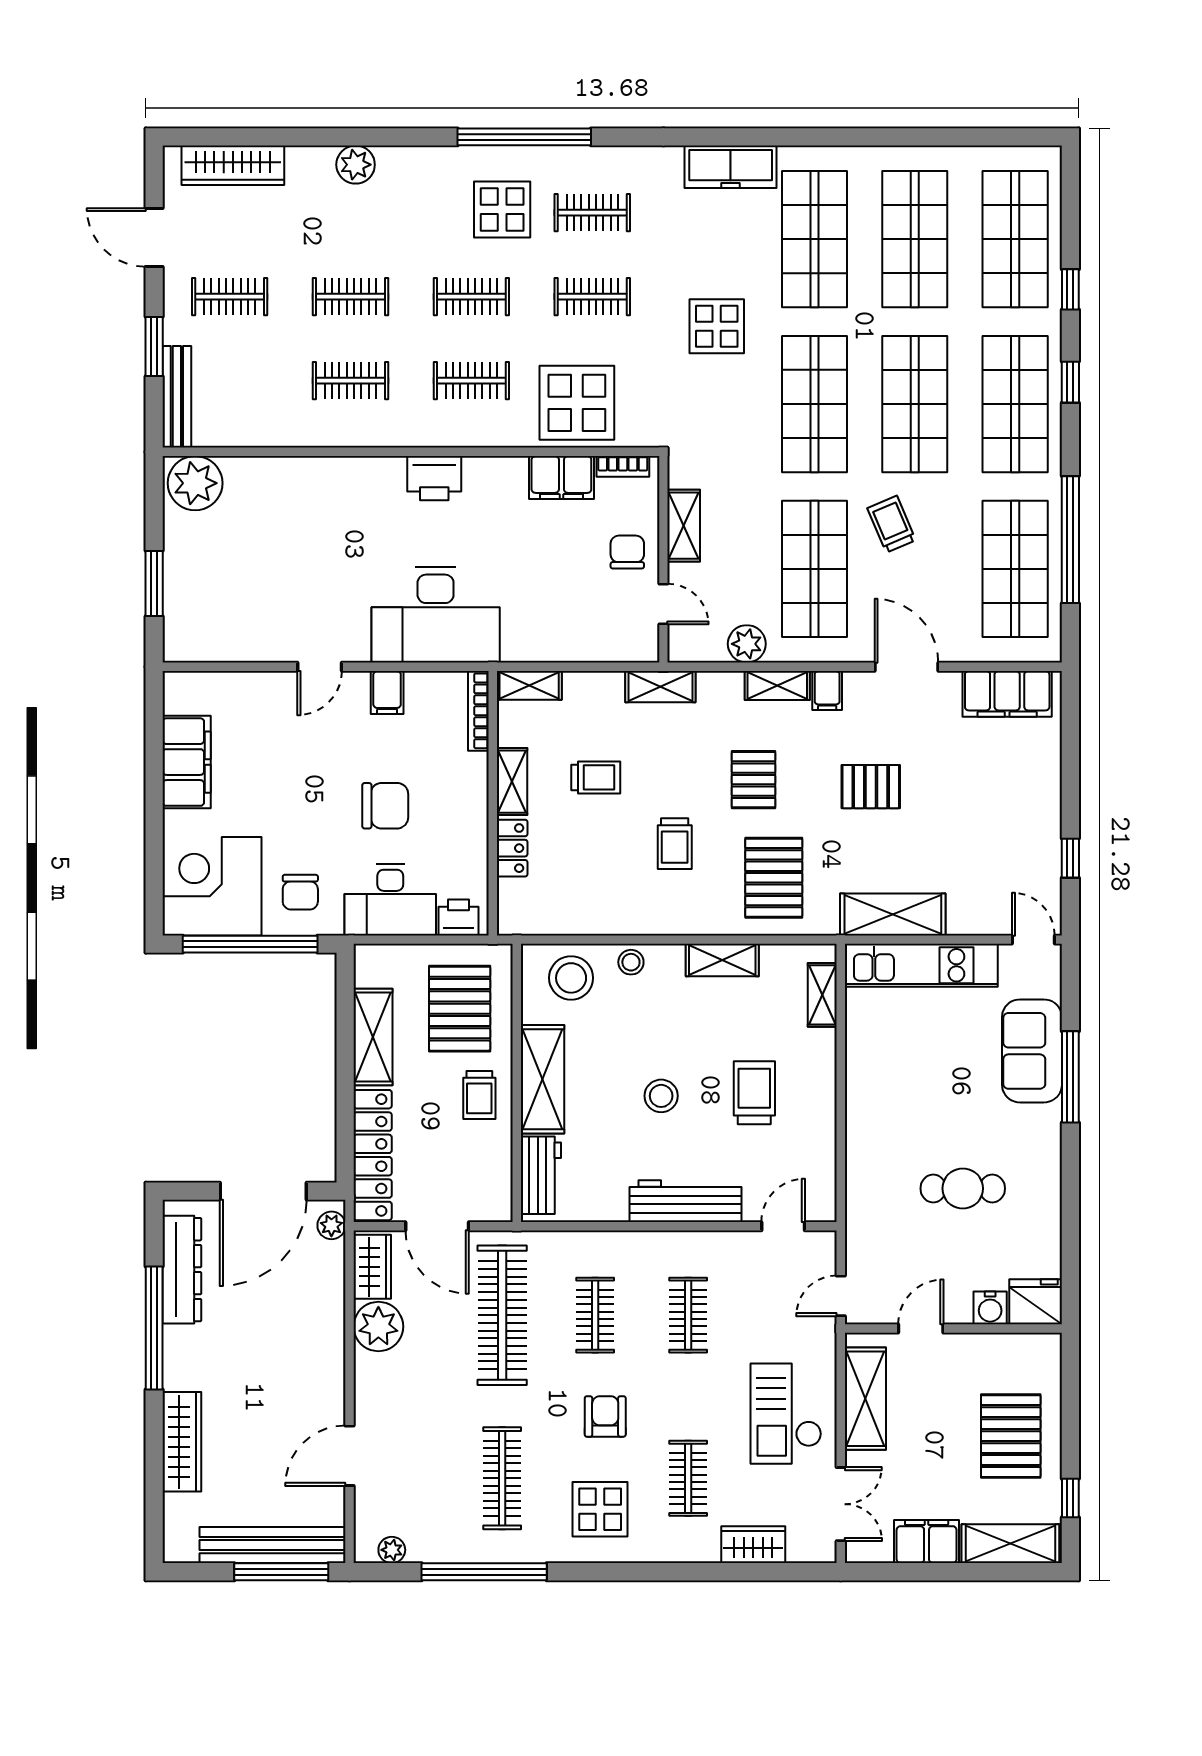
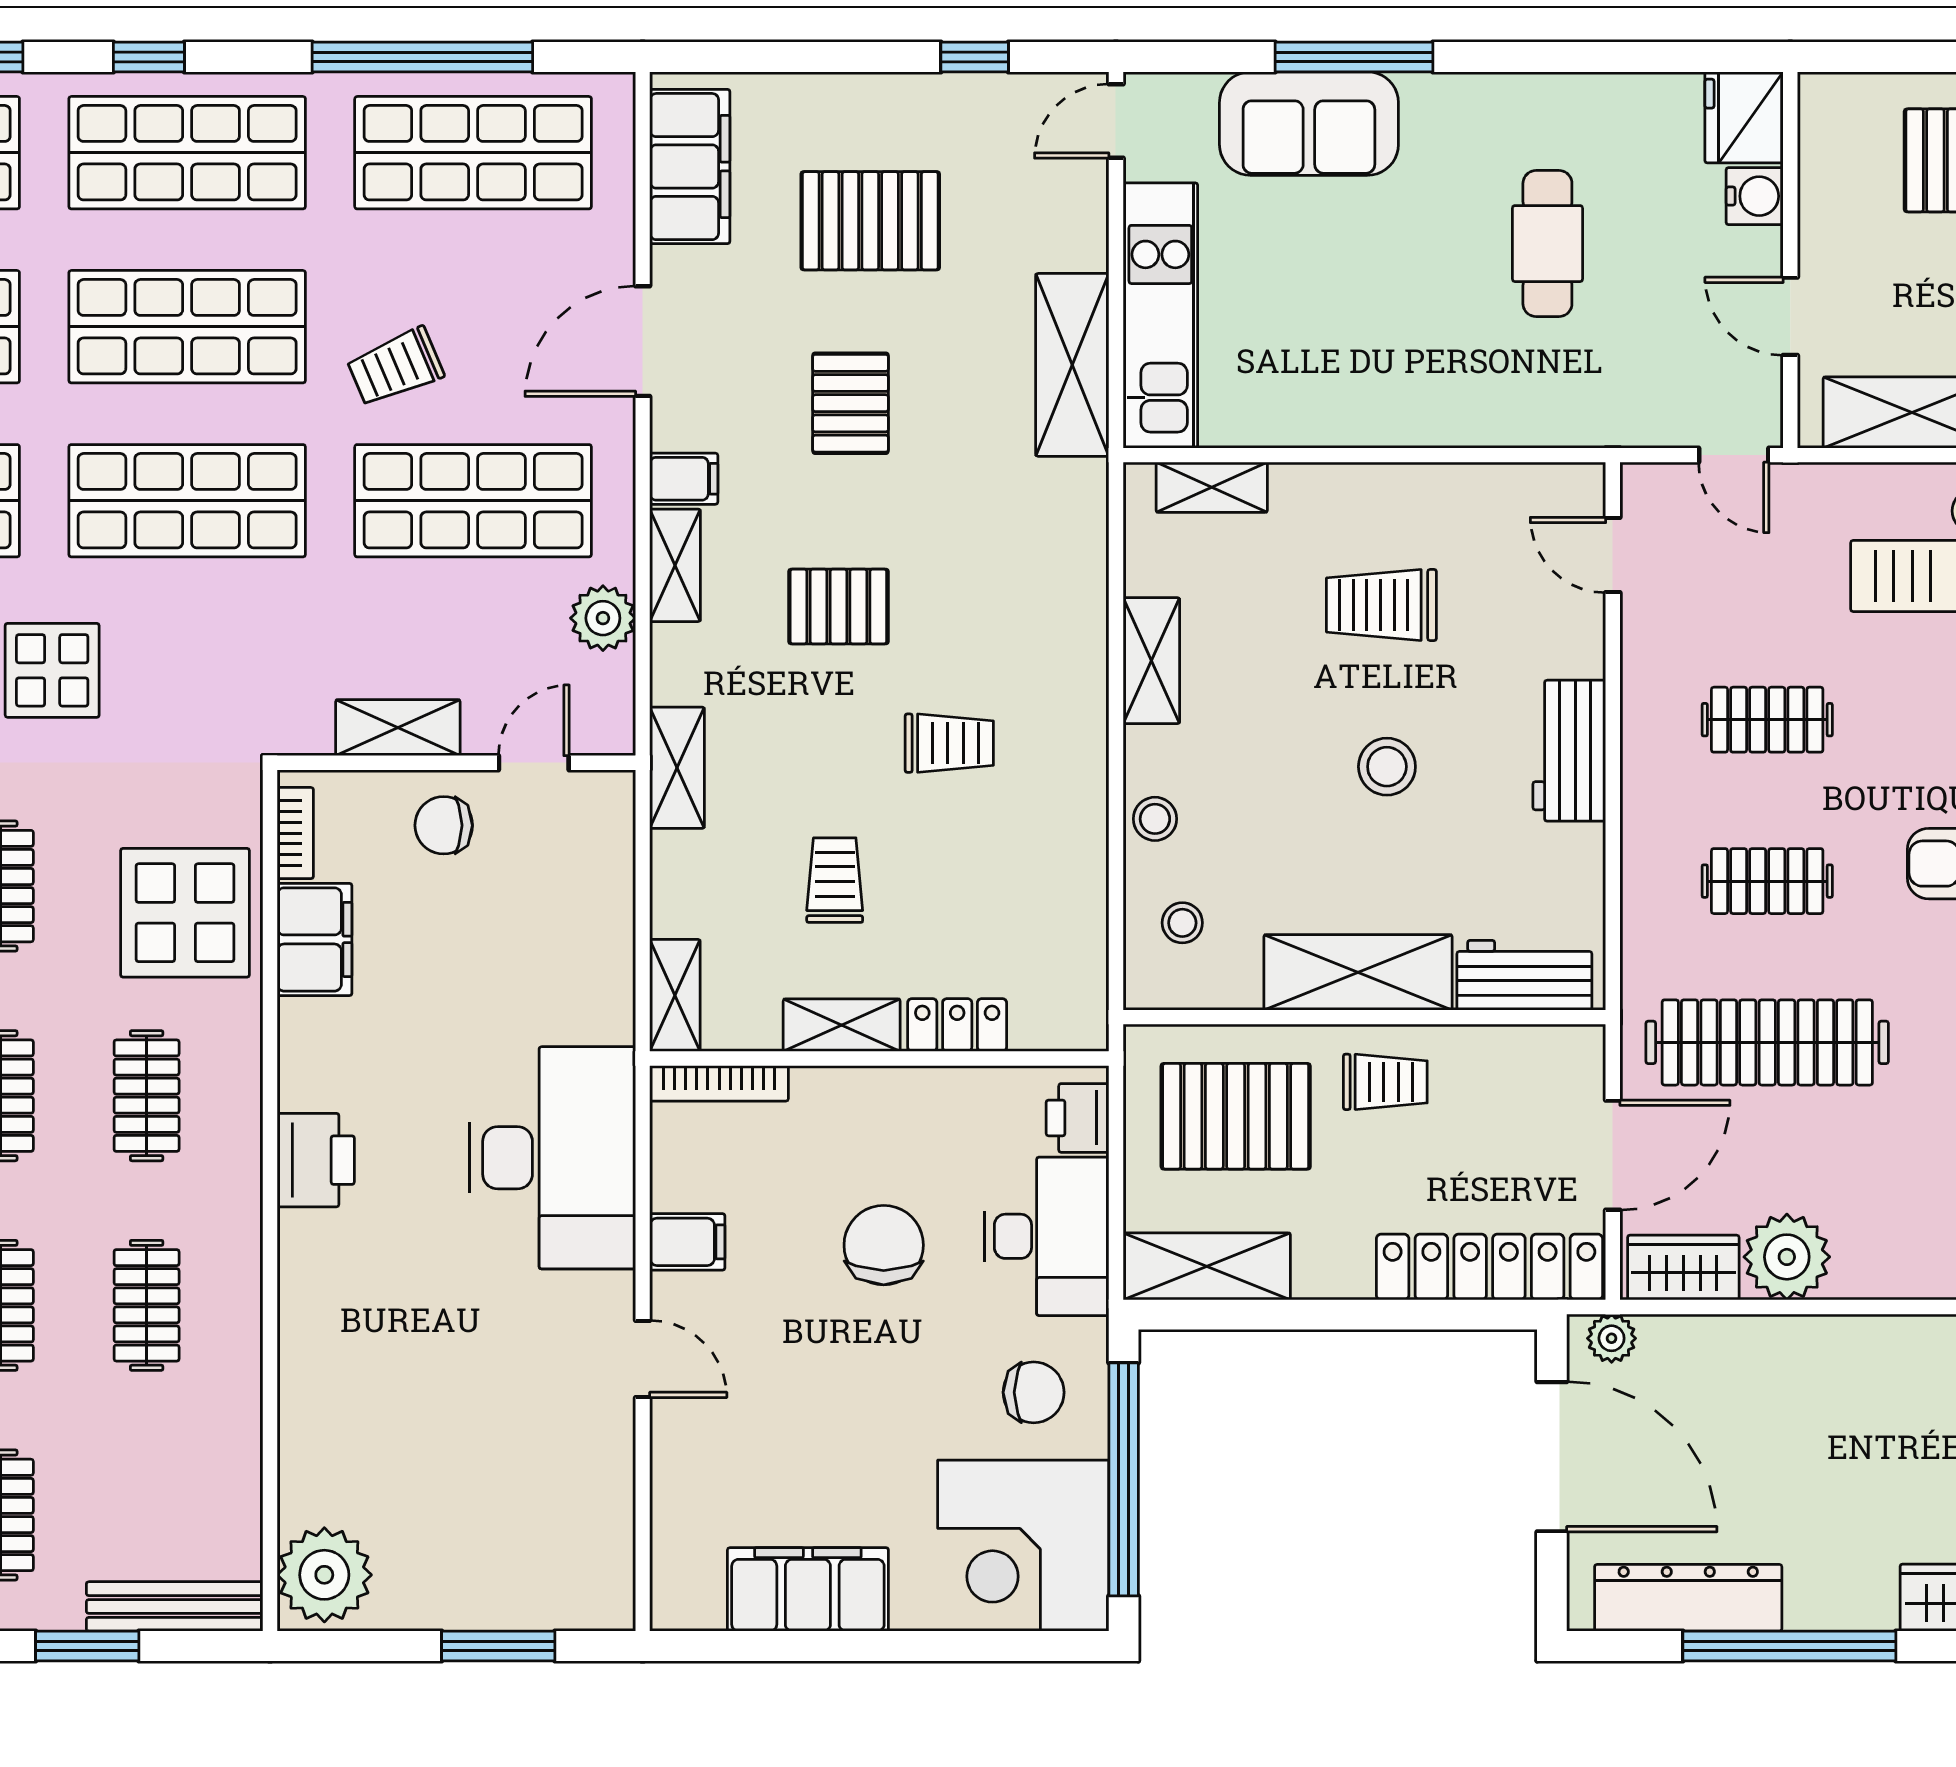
pallet: (774, 878) -> (870, 221), moved
stool: (571, 978) -> (1182, 923), width x0.53, depth x0.53
shelving: (373, 1037) -> (1207, 1266), moved
workbench: (686, 1201) -> (1569, 751), width x0.73

